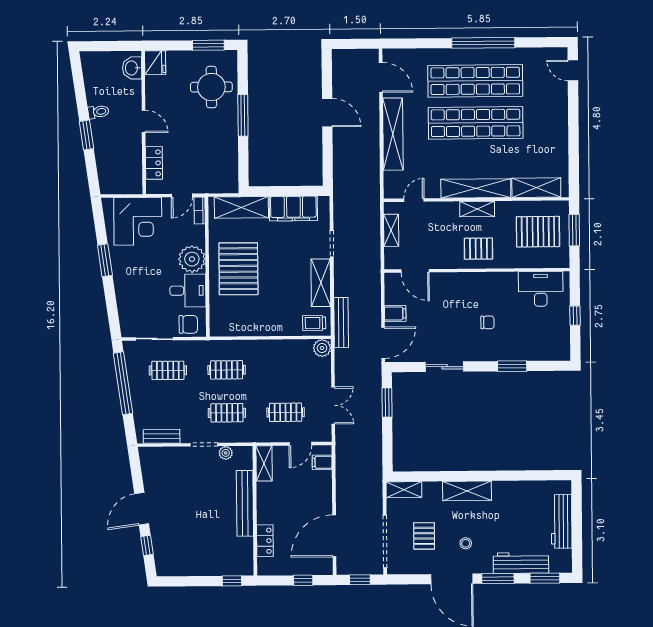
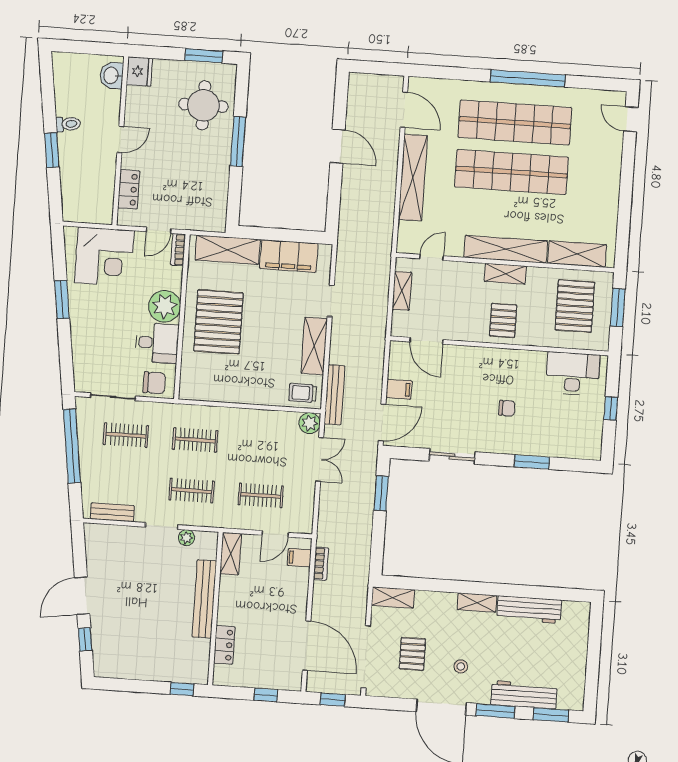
door: (144, 121) -> (120, 139), hinge flipped
pallet: (538, 232) -> (575, 306), turned 90
pallet: (478, 249) -> (503, 320), turned 90
double door: (333, 406) -> (320, 459), moved
bookcase: (341, 466) -> (321, 564), added
shelving: (467, 491) -> (477, 603), width x0.67, depth x0.75
workbench: (562, 521) -> (529, 610), moved, turned -90
door: (334, 536) -> (307, 646), swing flipped

